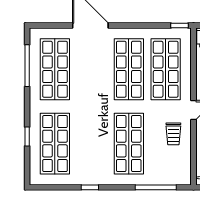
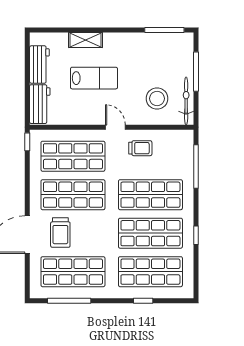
trolley: (93, 57) -> (60, 232), added
shop shelf: (92, 144) -> (150, 233), added

